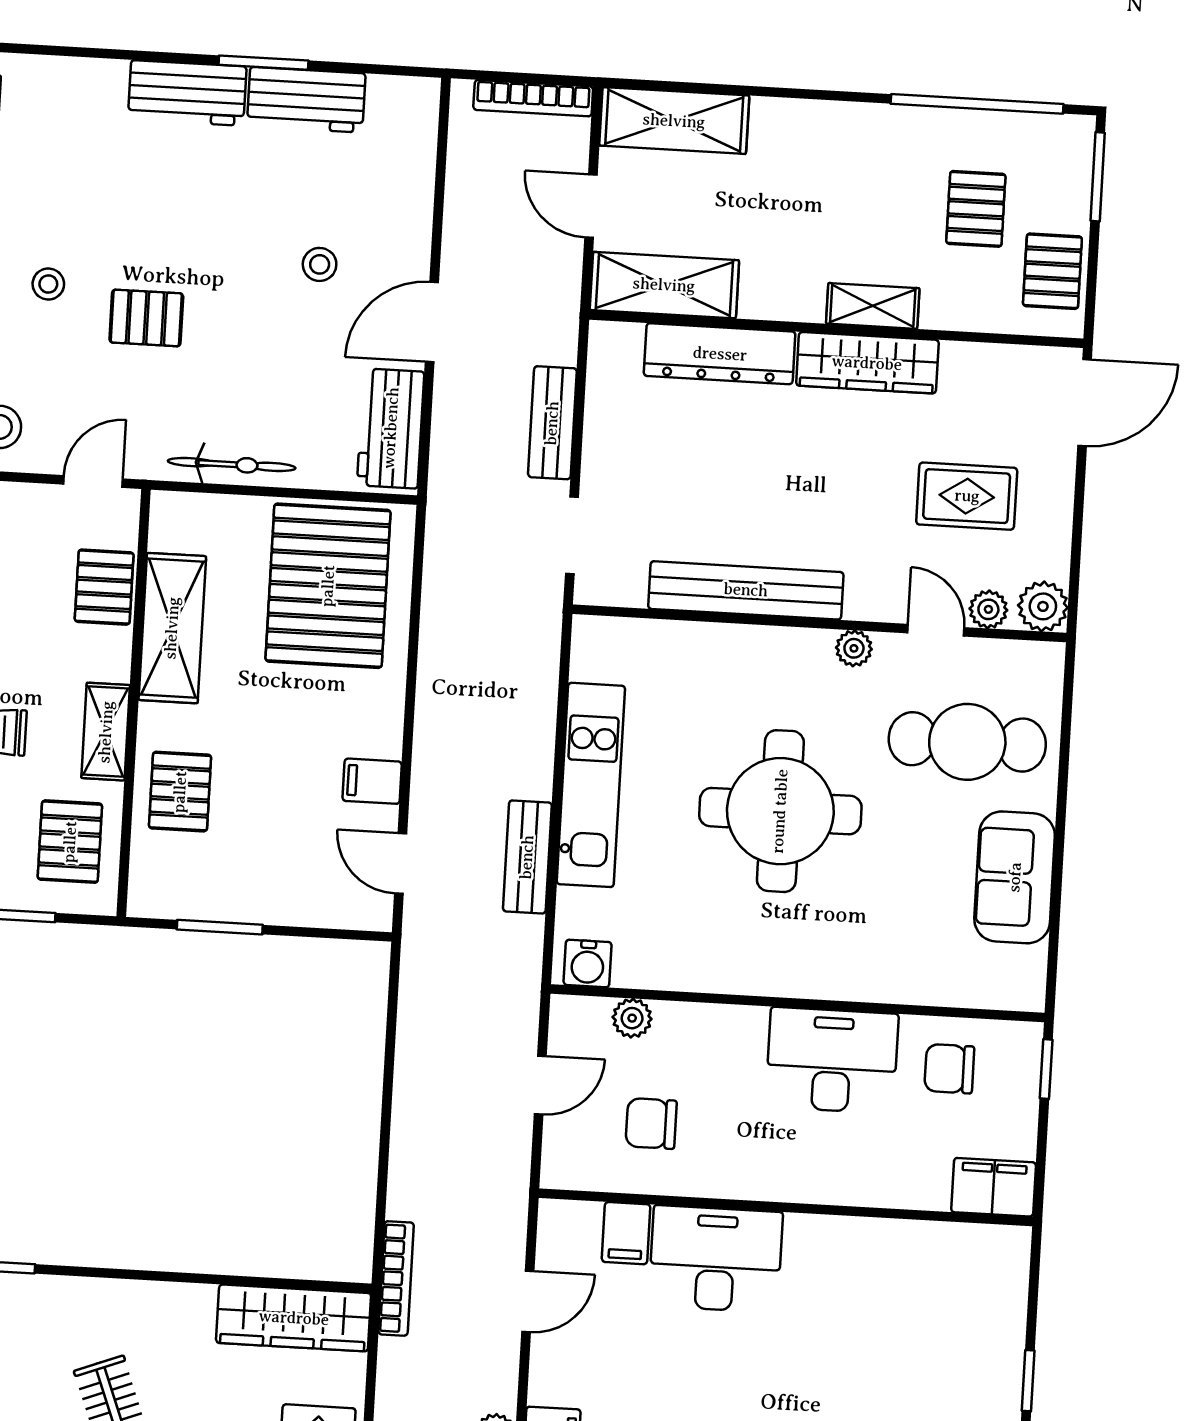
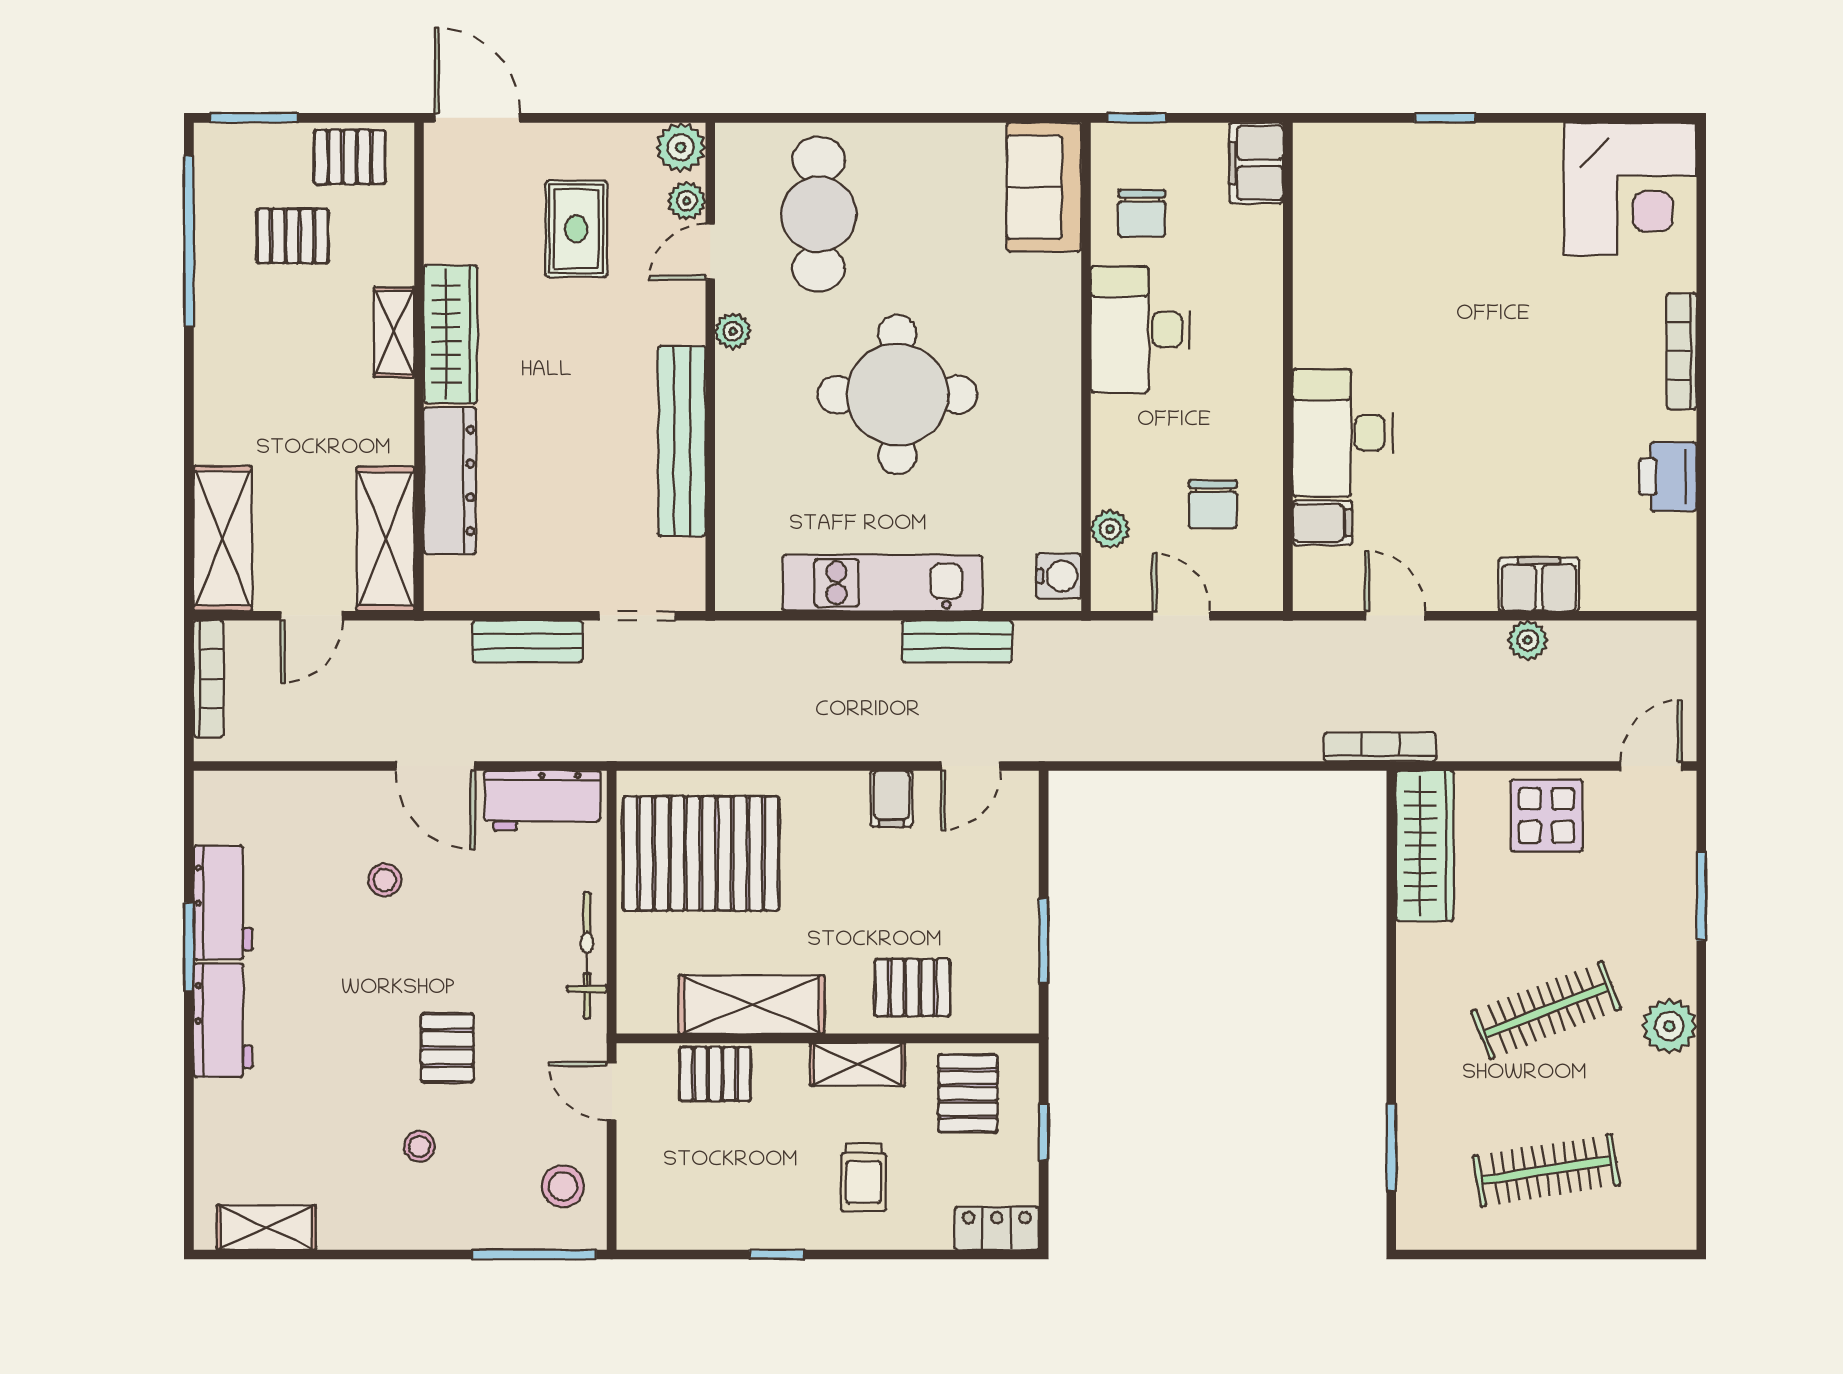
pallet: (70, 842) -> (968, 1093), turned 90
sofa: (1015, 877) -> (1044, 187), moved, turned 90

